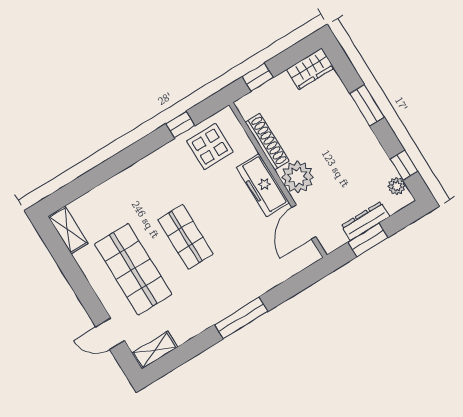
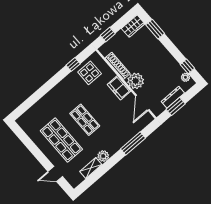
window: (367, 105) -> (155, 29), moved
freezer: (263, 185) -> (119, 88), width x0.71
shelving: (68, 230) -> (26, 126), removed
plant: (210, 314) -> (103, 156), added
window: (241, 318) -> (133, 143), moved
shelving: (155, 350) -> (91, 168), moved

